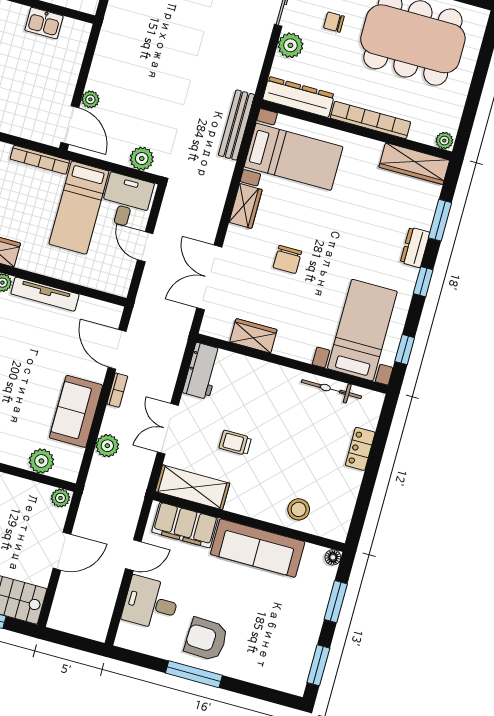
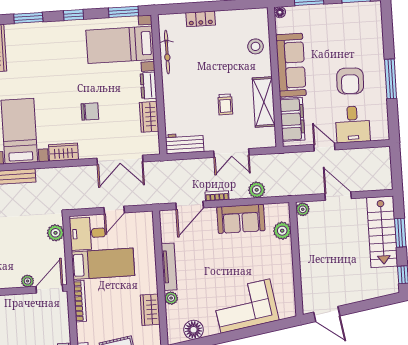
dresser: (415, 247) -> (148, 86), moved, turned 90
window: (405, 350) -> (123, 12), width x1.50
shelving: (192, 487) -> (264, 102), moved
armchair: (206, 639) -> (350, 81), moved

